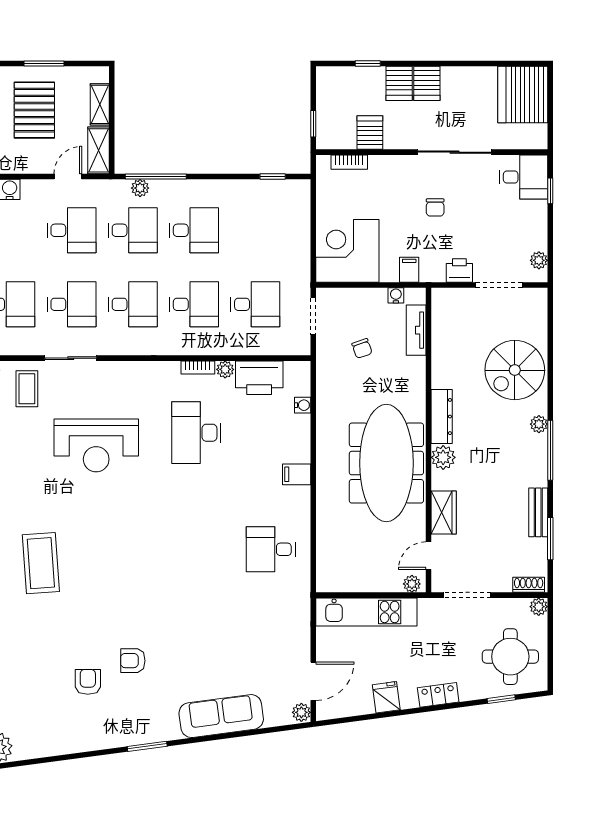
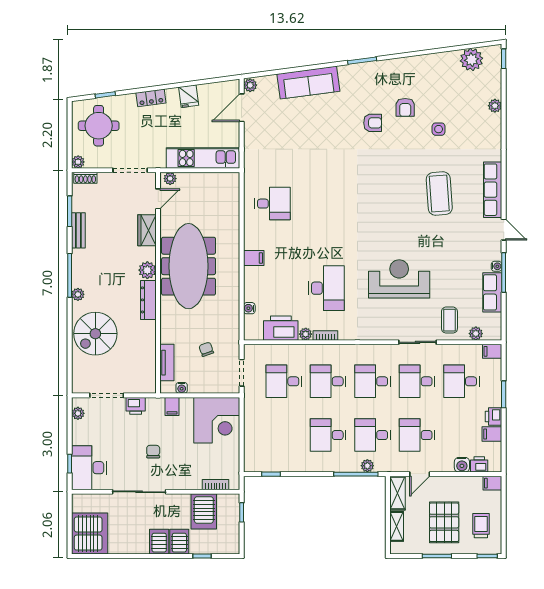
server rack: (370, 133) -> (204, 511), width x1.36, depth x1.44
desk: (524, 177) -> (89, 468), width x1.37
spiral stairs: (515, 370) -> (95, 334), turned 180
side table: (42, 652) -> (439, 129), added

